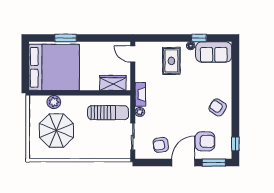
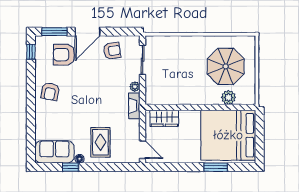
armchair: (218, 107) -> (50, 92), turned 68
sun lounger: (108, 113) -> (169, 86), removed

